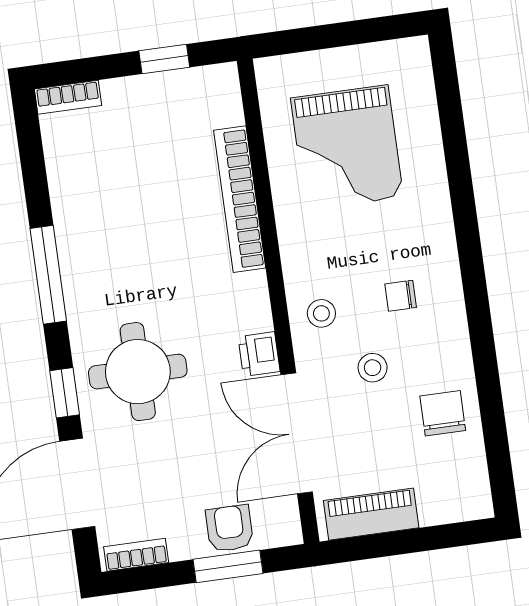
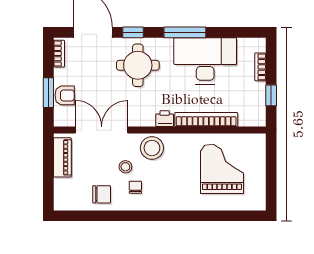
bookcase: (68, 97) -> (260, 67), moved
grand piano: (347, 147) -> (222, 169), turned 90
desk: (107, 220) -> (205, 61), added
chair: (401, 296) -> (135, 187), moved
stool: (321, 313) -> (152, 148), width x1.89, depth x1.89
printer: (259, 354) -> (165, 119), moved

